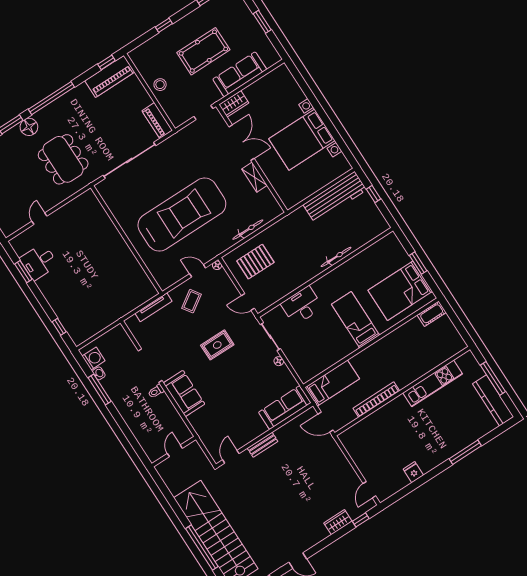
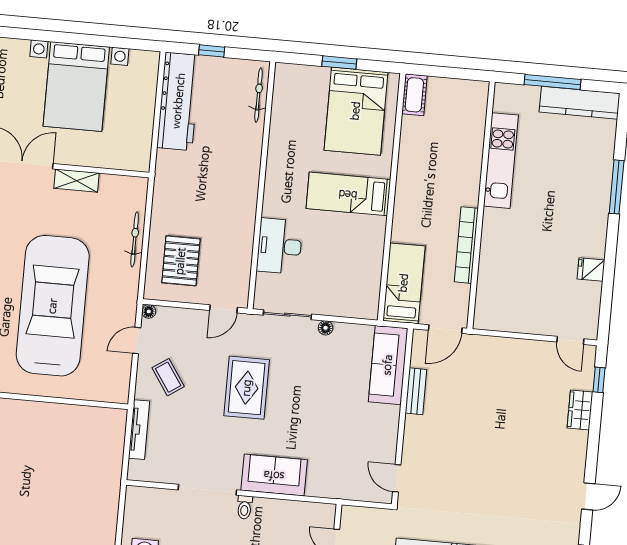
bicycle: (336, 257) -> (258, 95), moved
rug: (217, 345) -> (247, 388), width x1.36, depth x1.43
bench: (263, 445) -> (416, 391), moved

